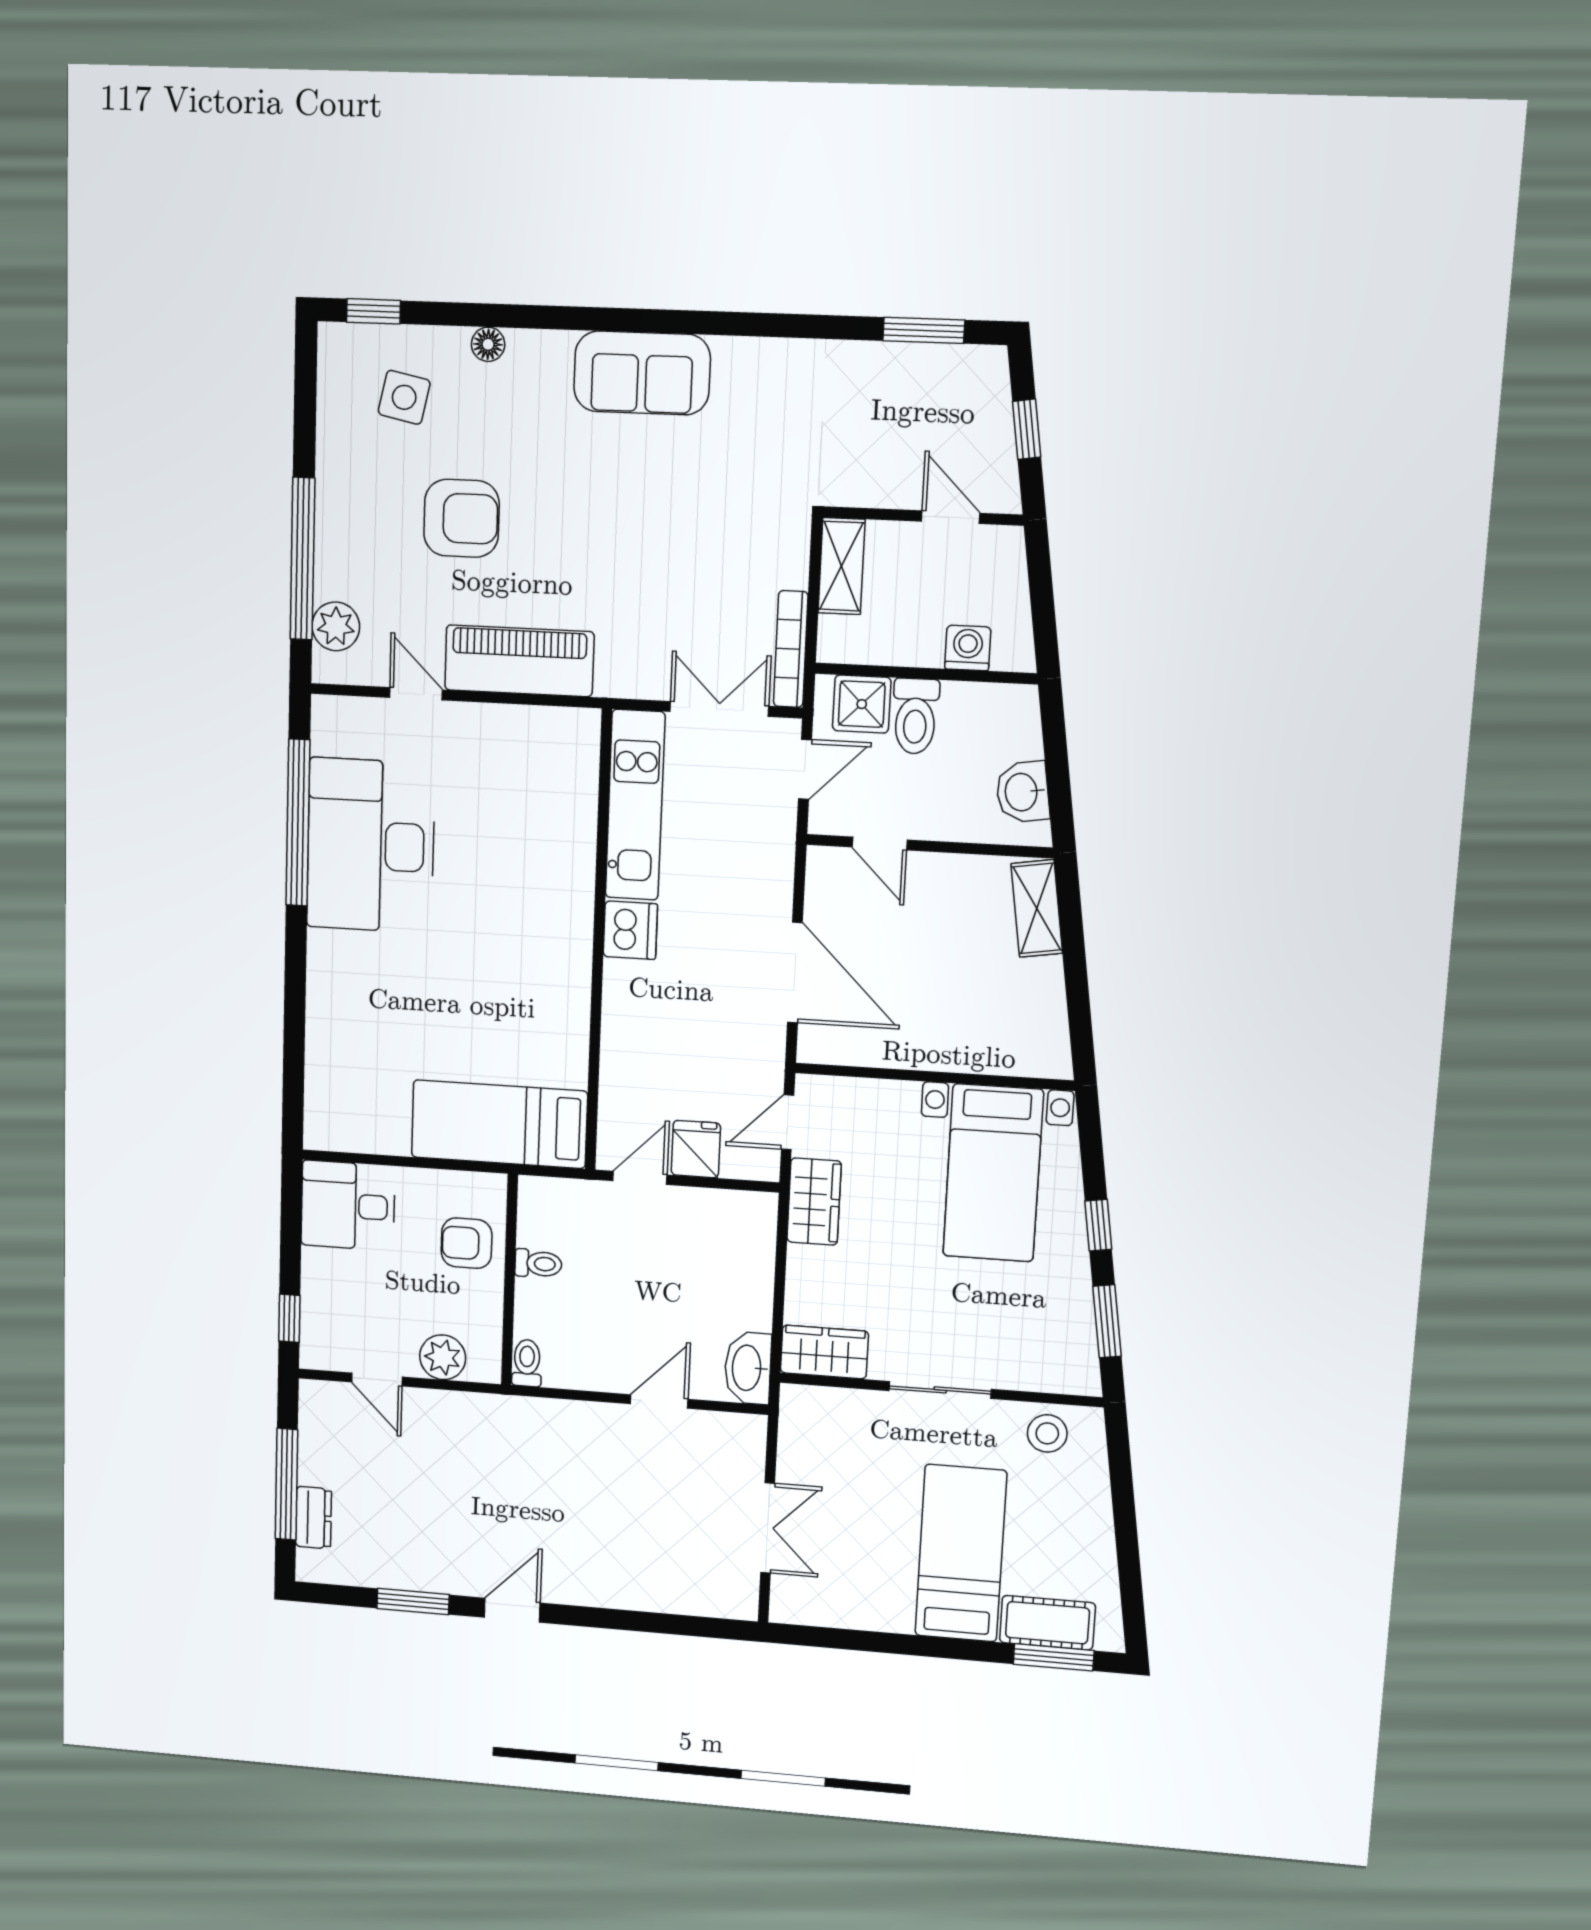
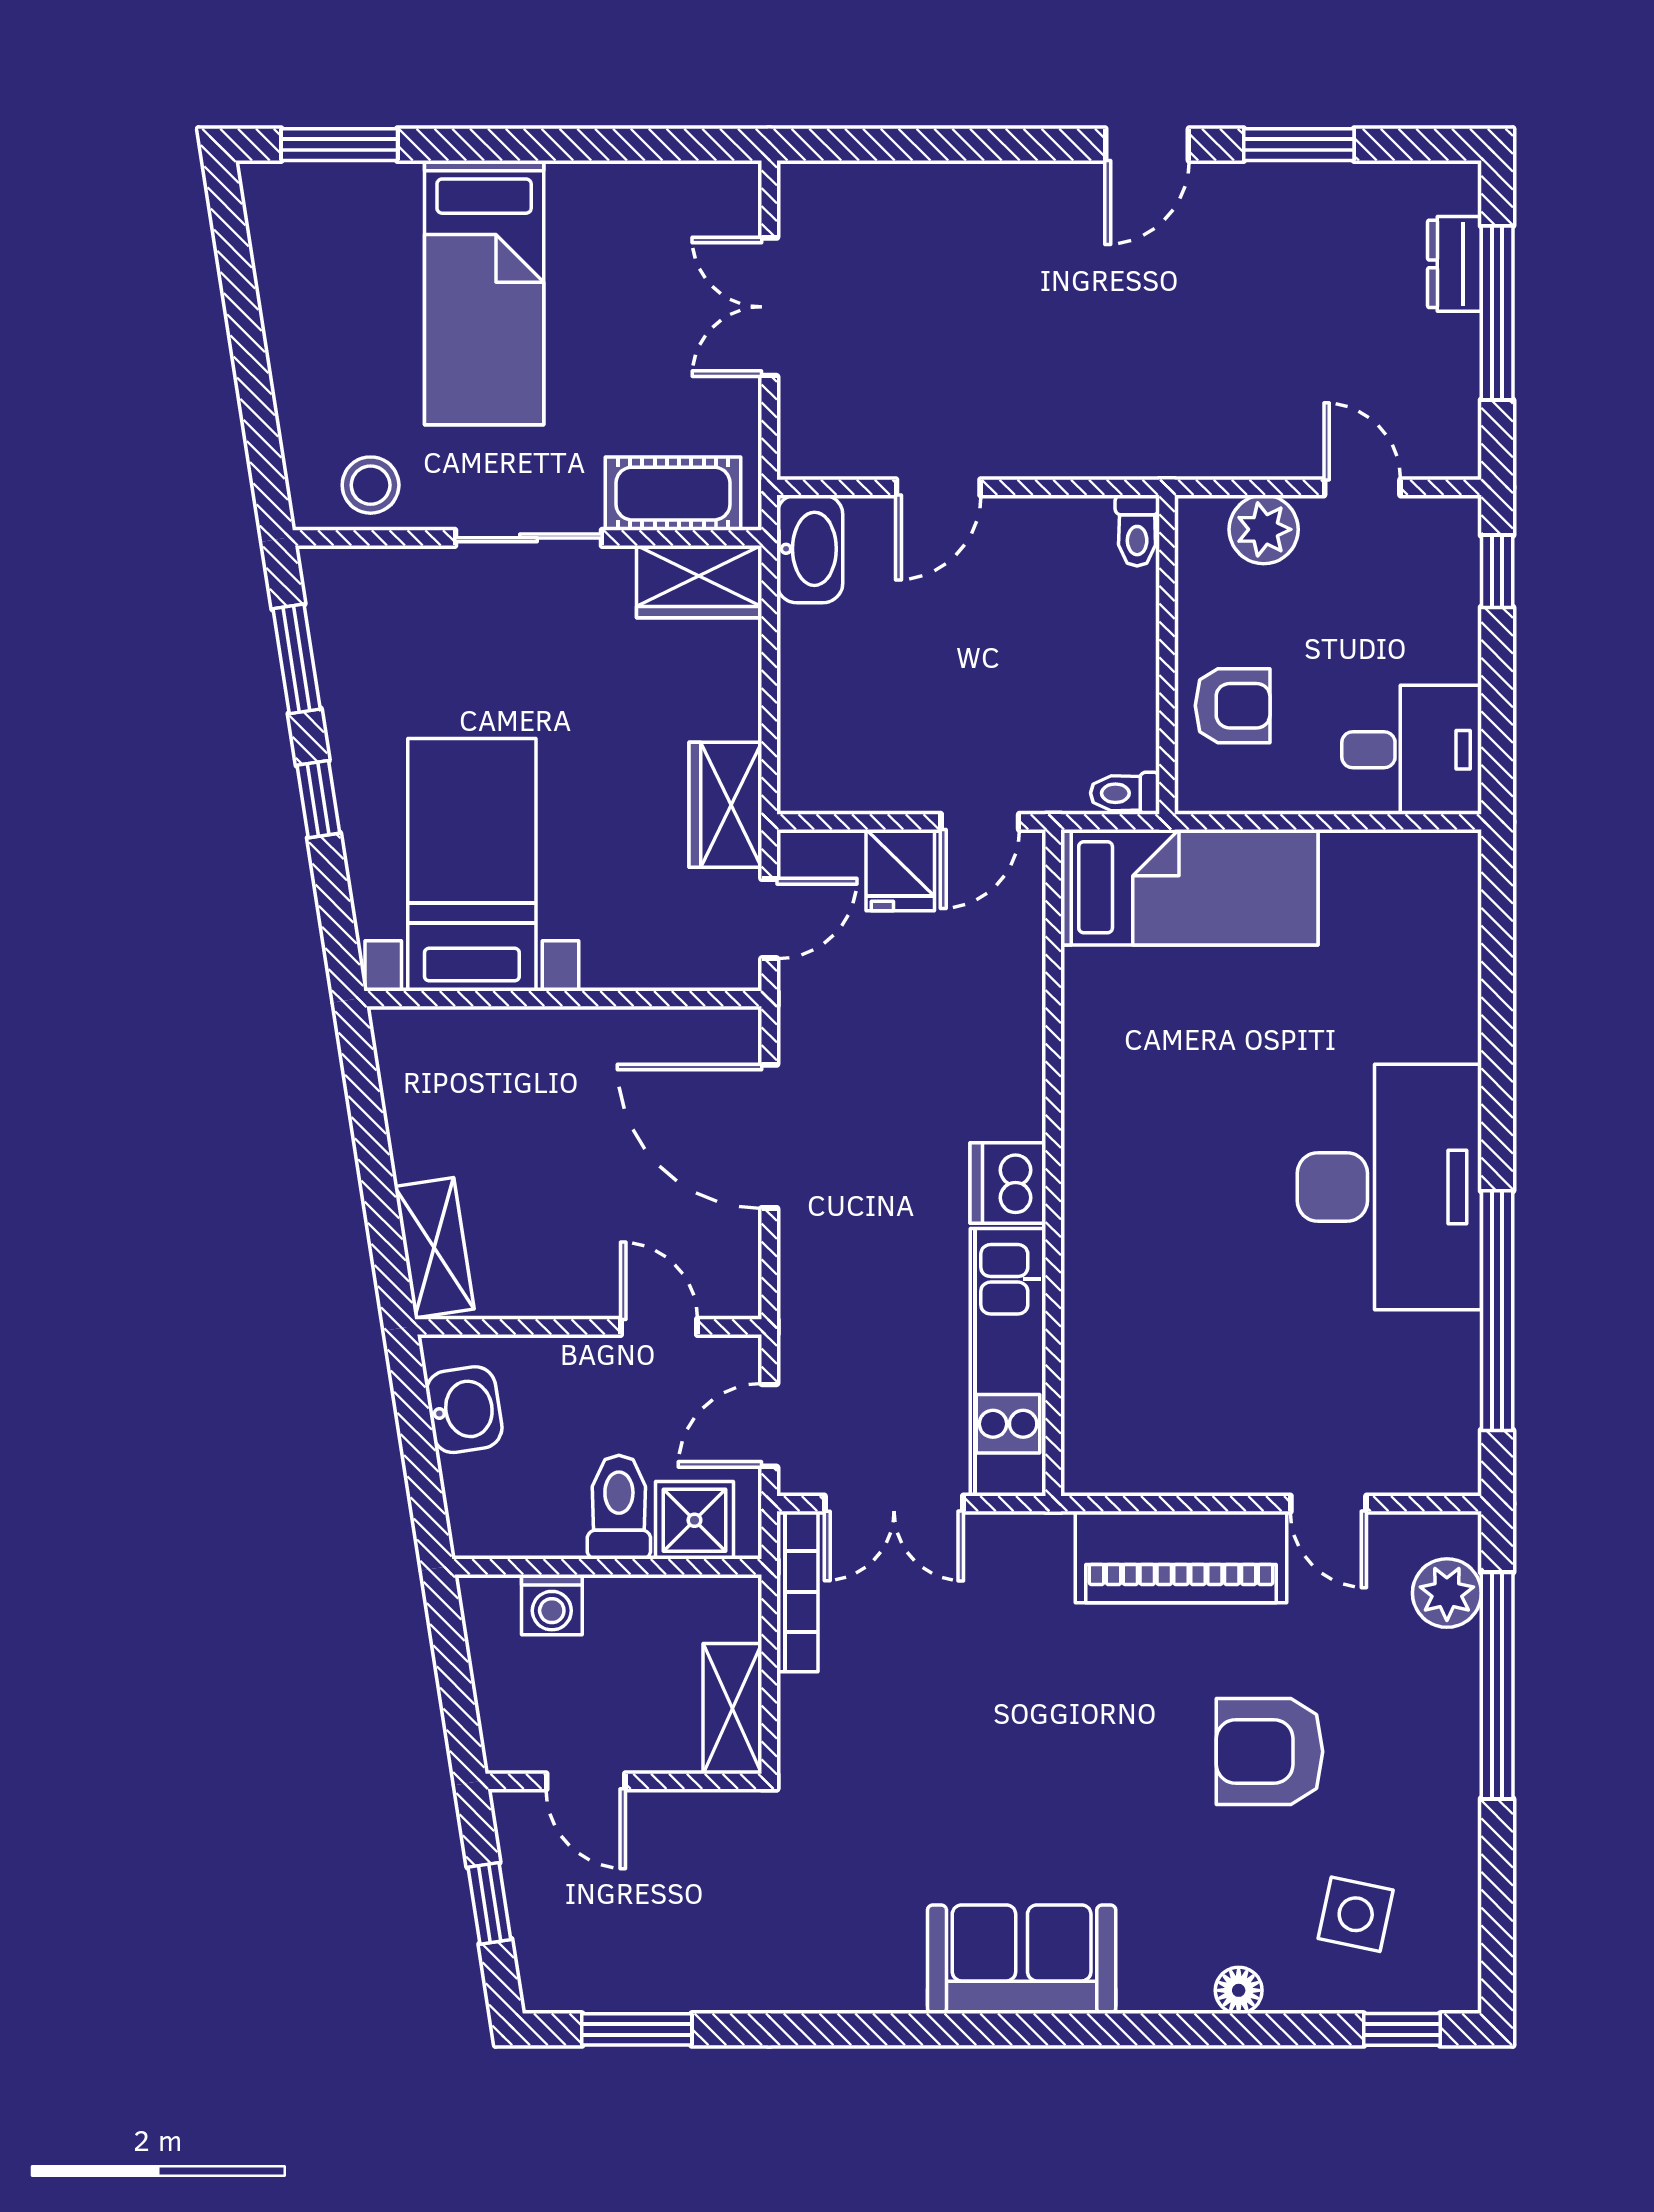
desk: (371, 845) -> (1389, 1187), moved
toilet: (538, 1264) -> (1125, 793), moved
cot: (1047, 1623) -> (673, 494), moved

